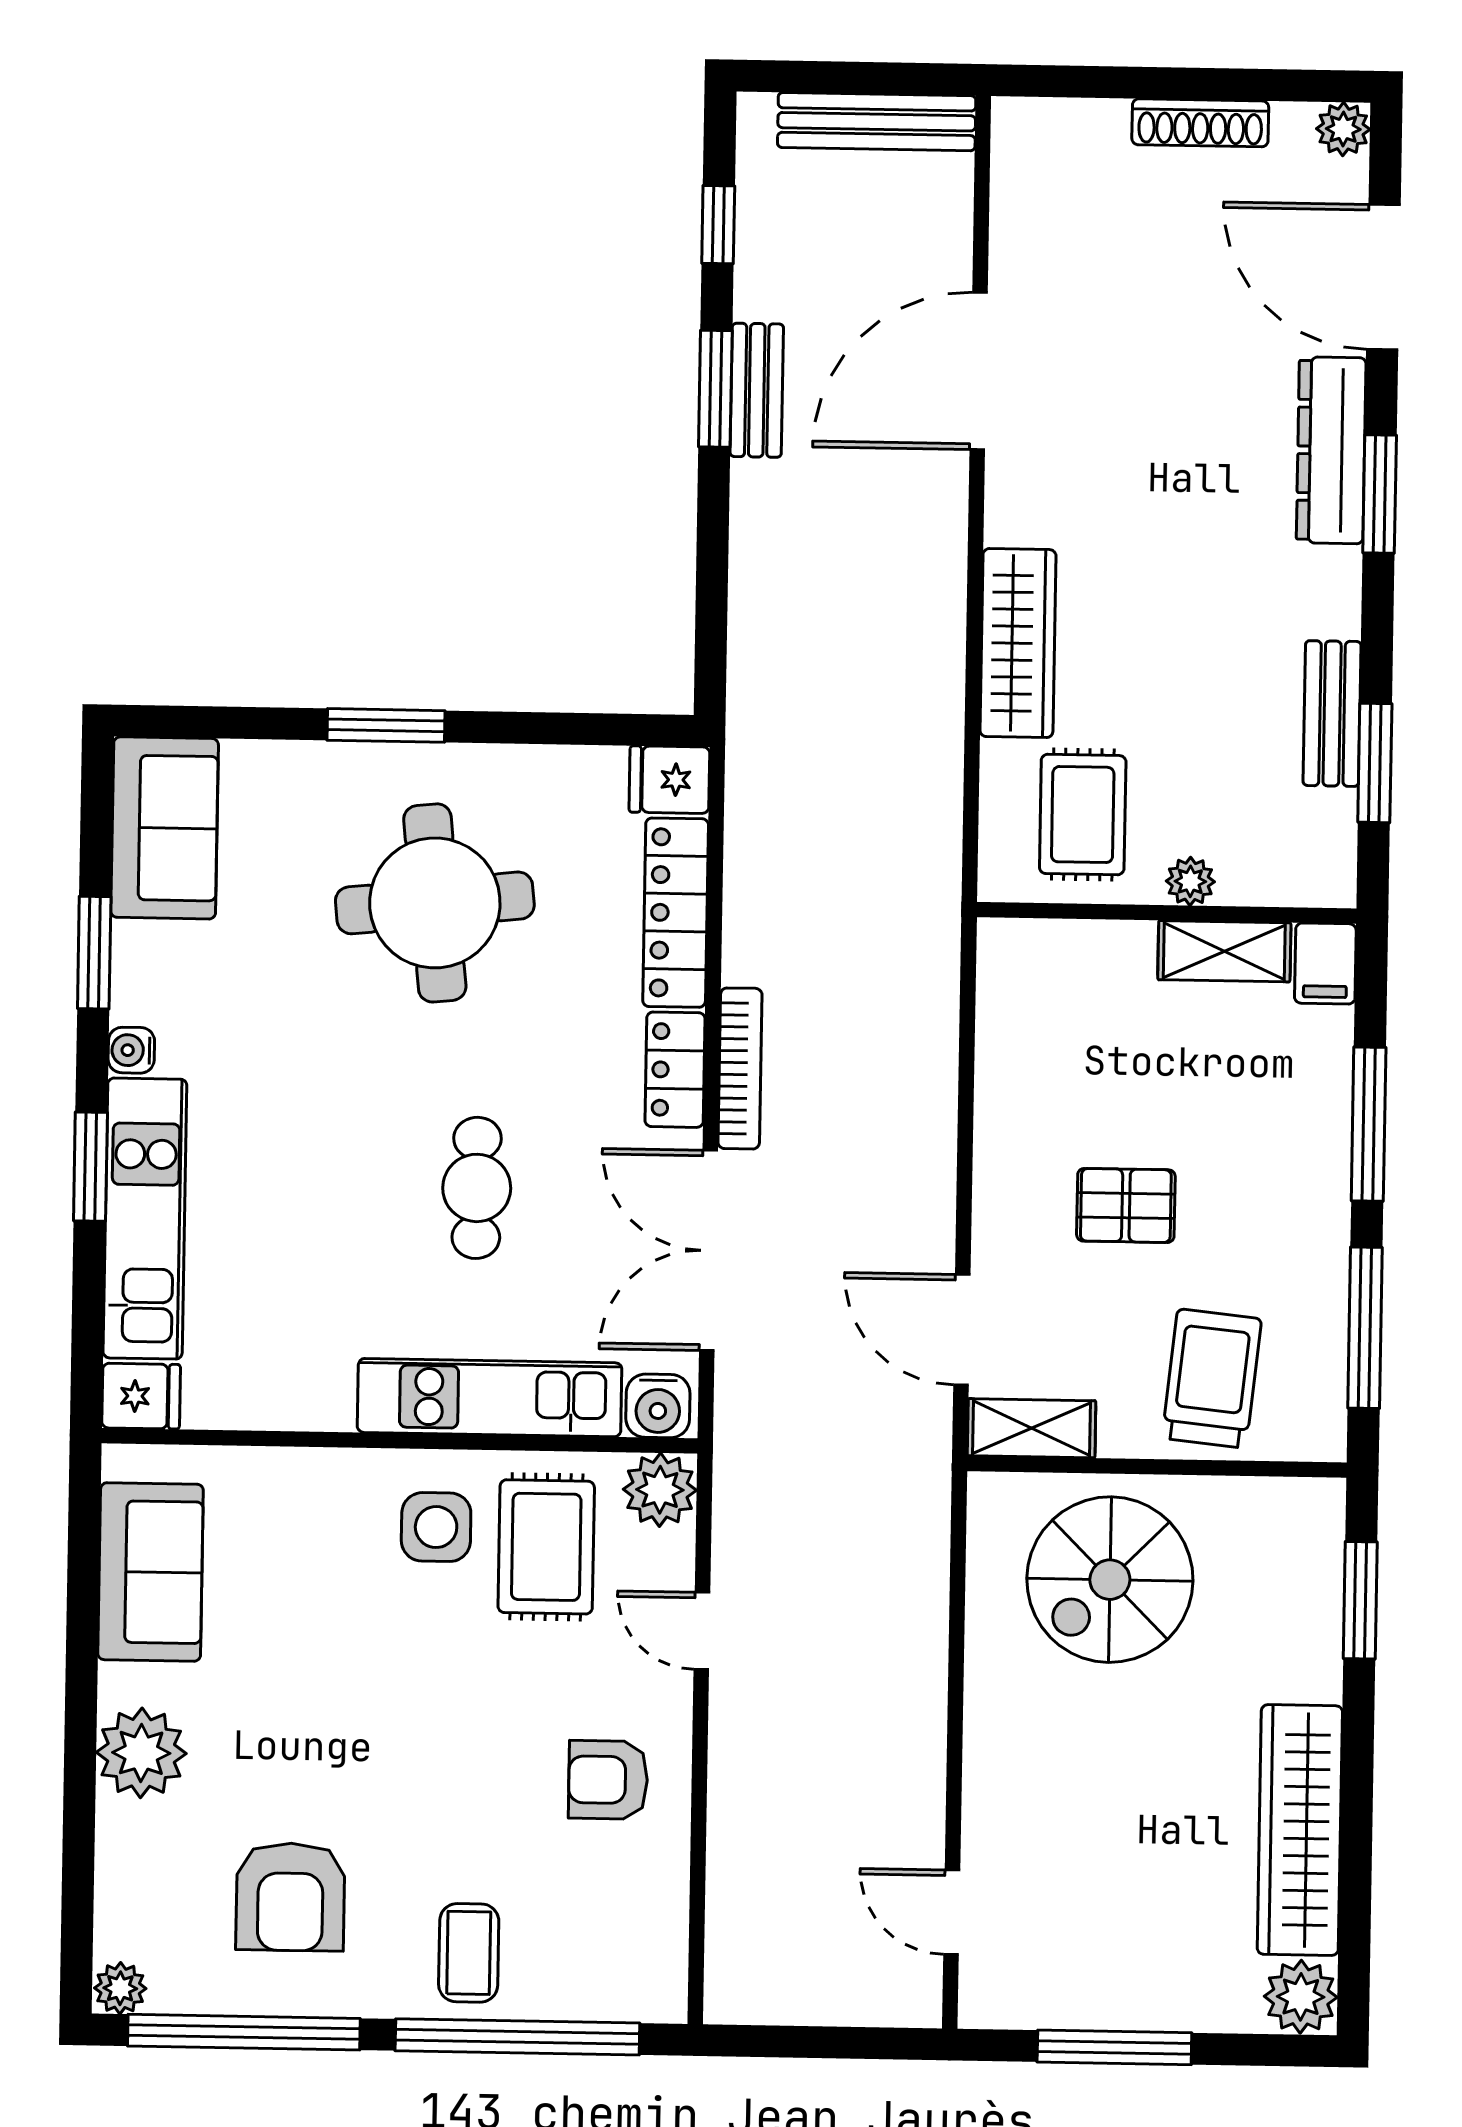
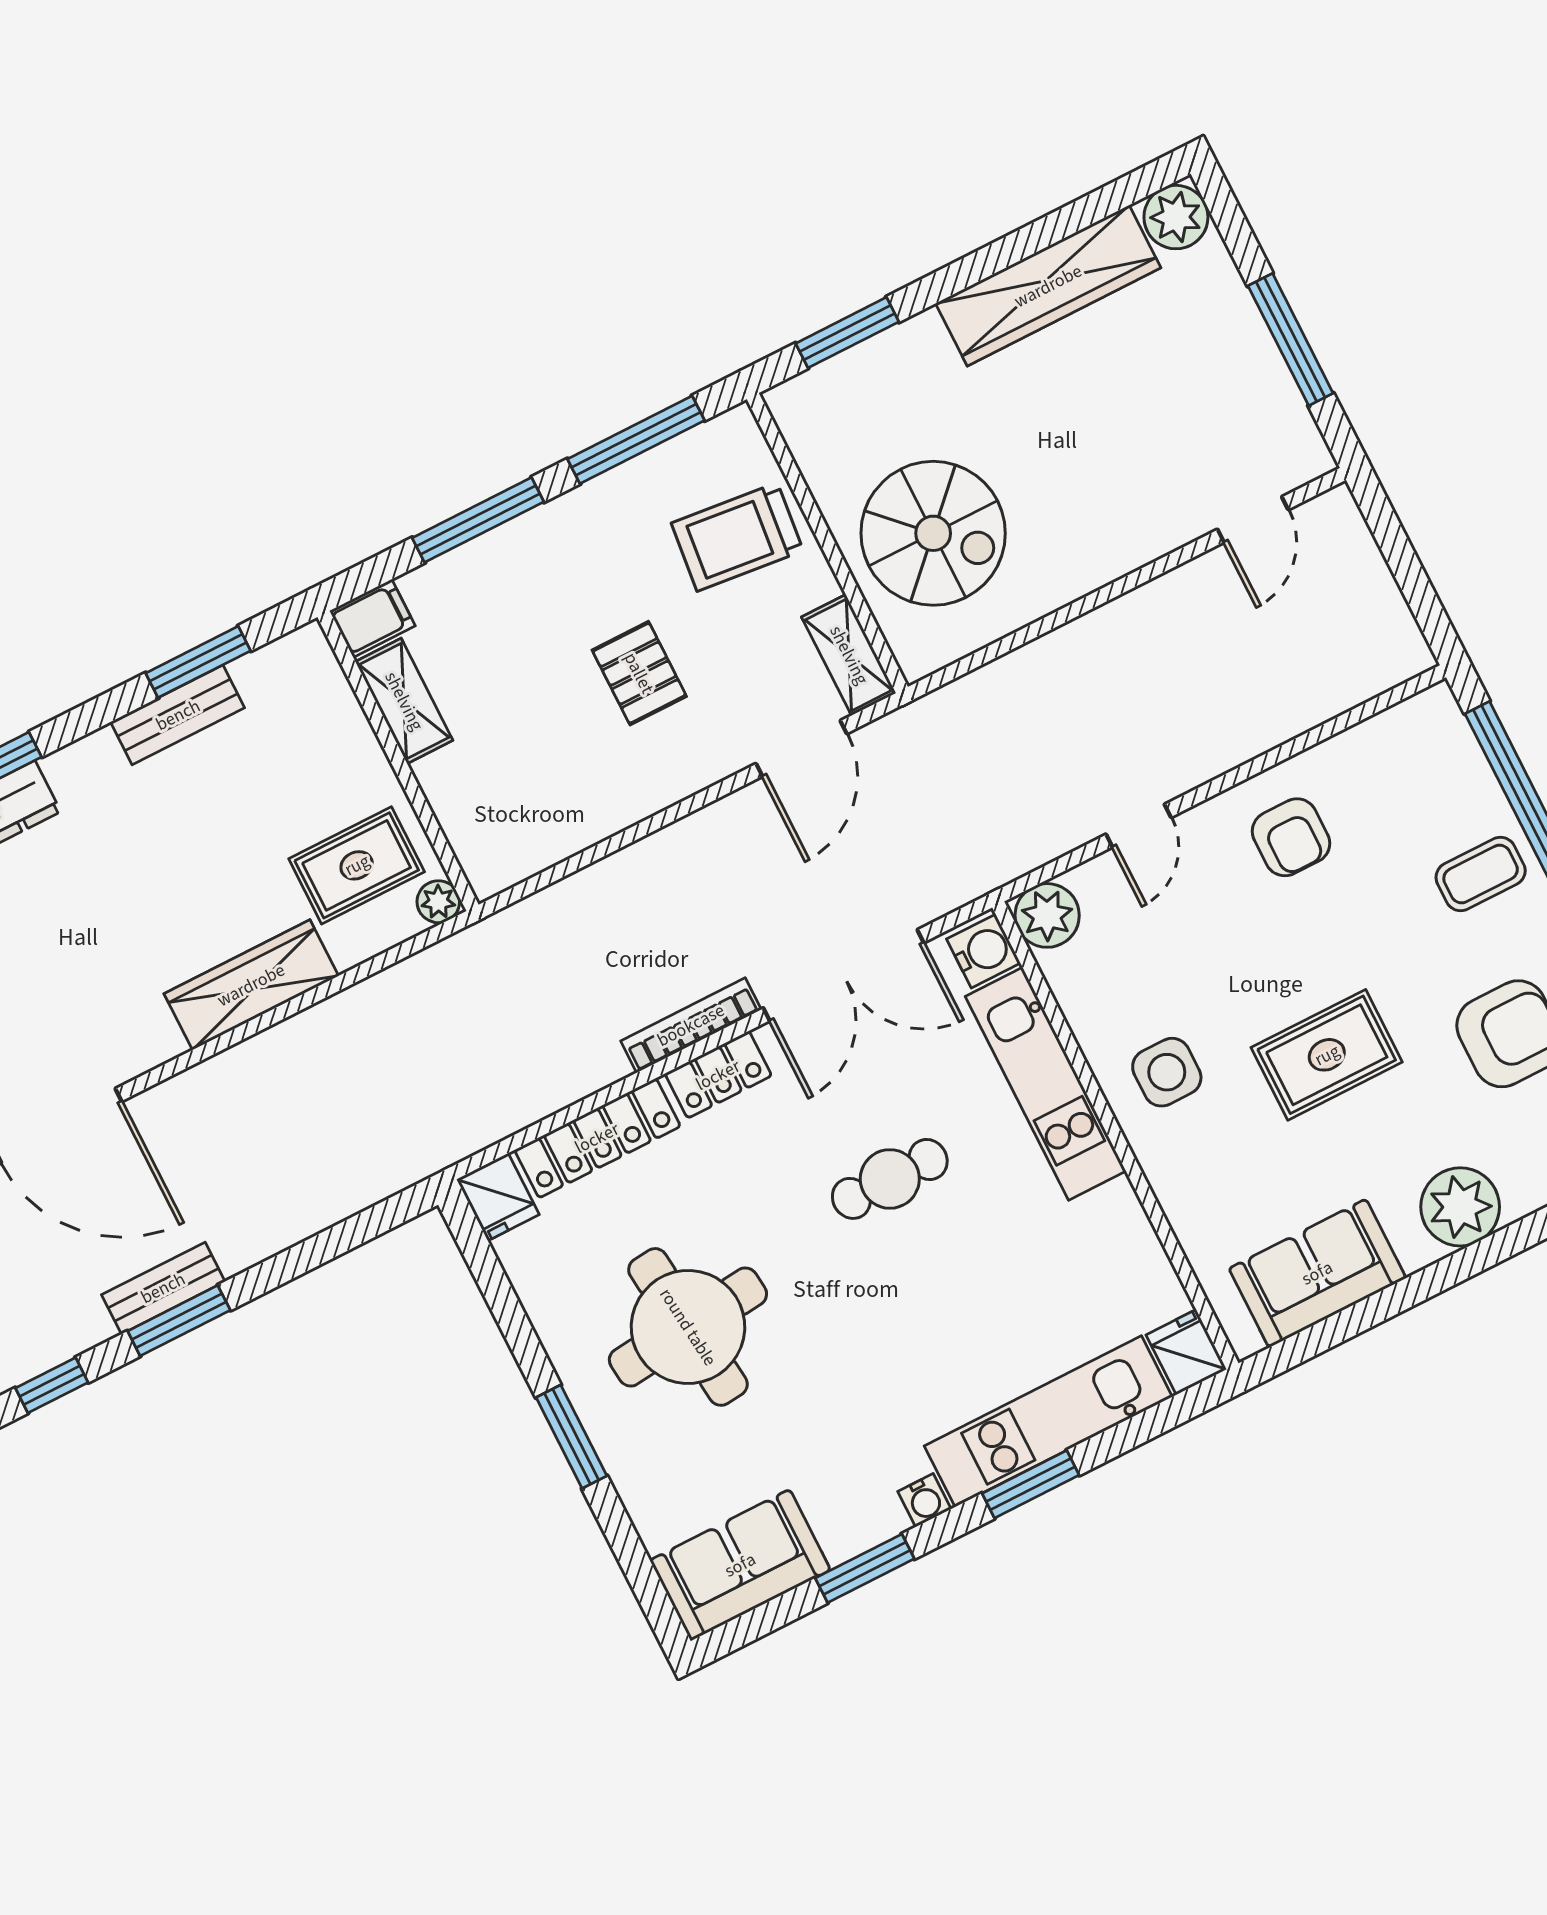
plant: (1190, 881) -> (438, 902), moved
rug: (546, 1547) -> (1327, 1055), moved

